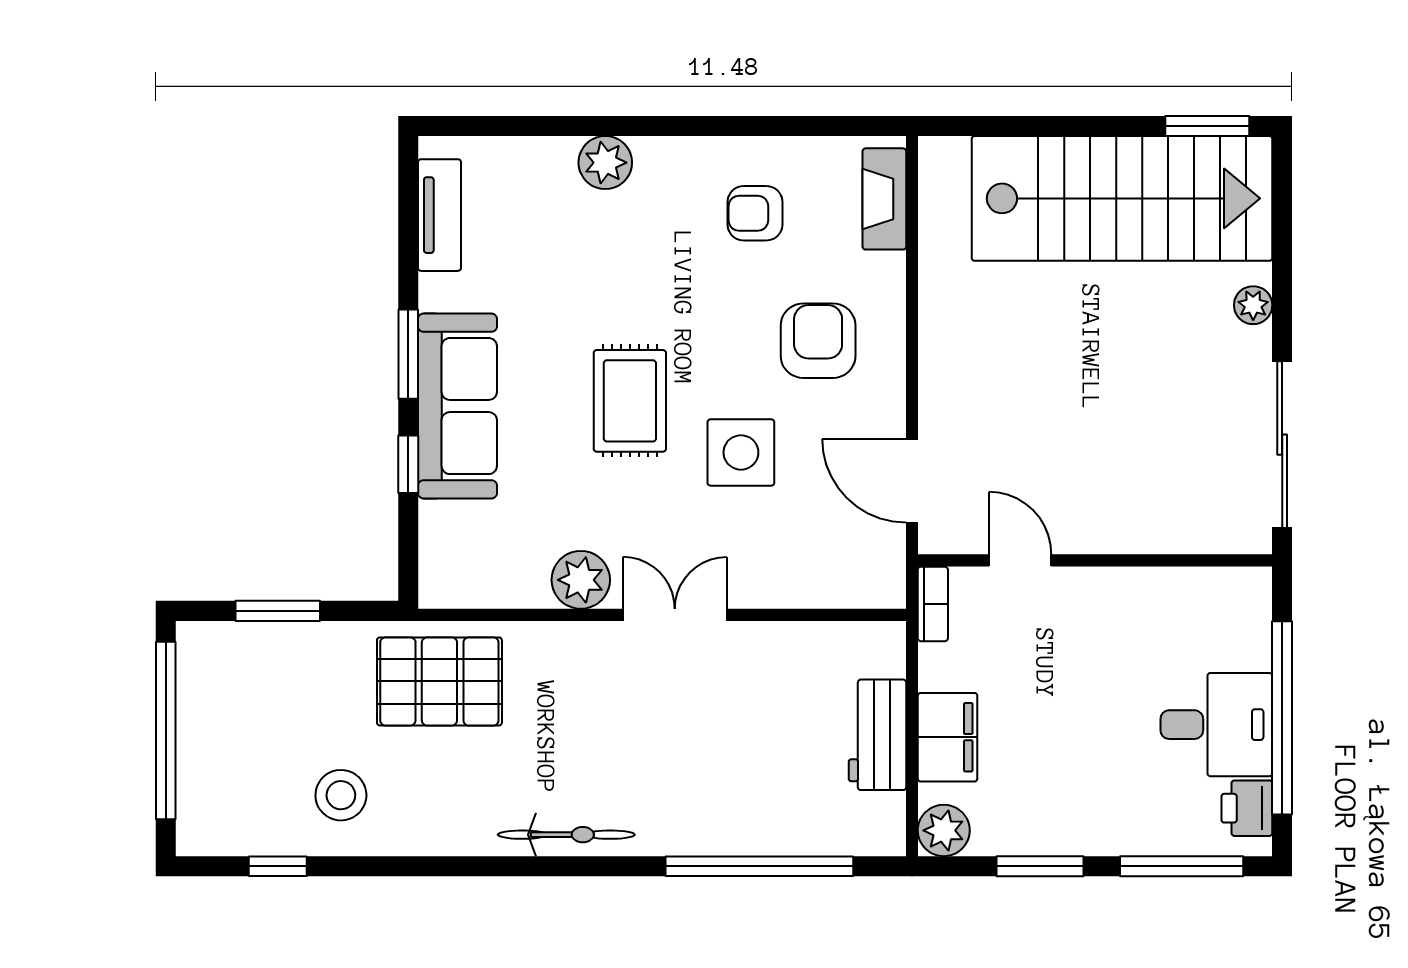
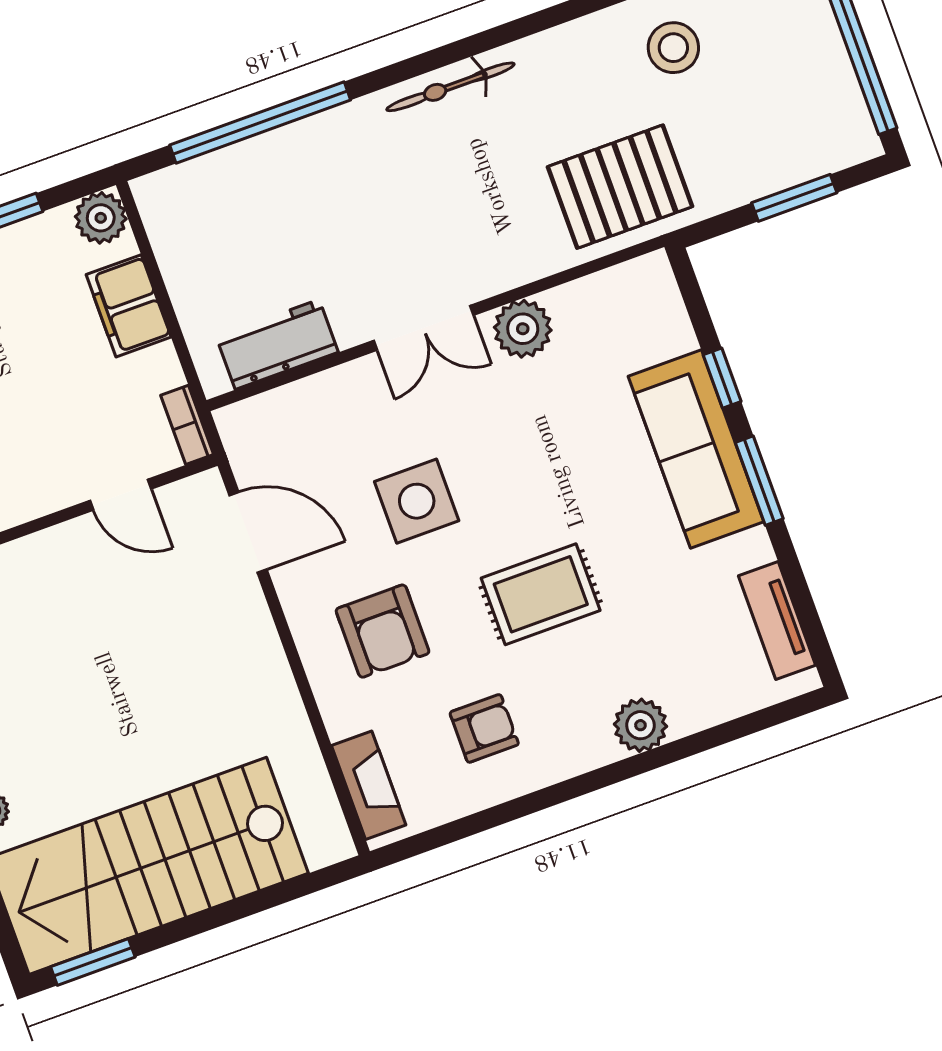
rug: (630, 401) -> (541, 594), moved, turned 90
workbench: (877, 735) -> (277, 344), moved, turned -90

